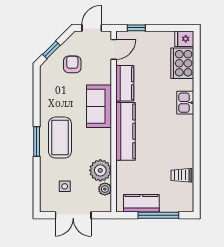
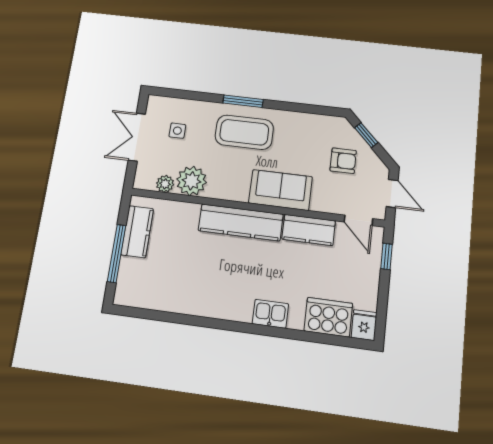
trolley: (181, 175) -> (167, 294), removed

